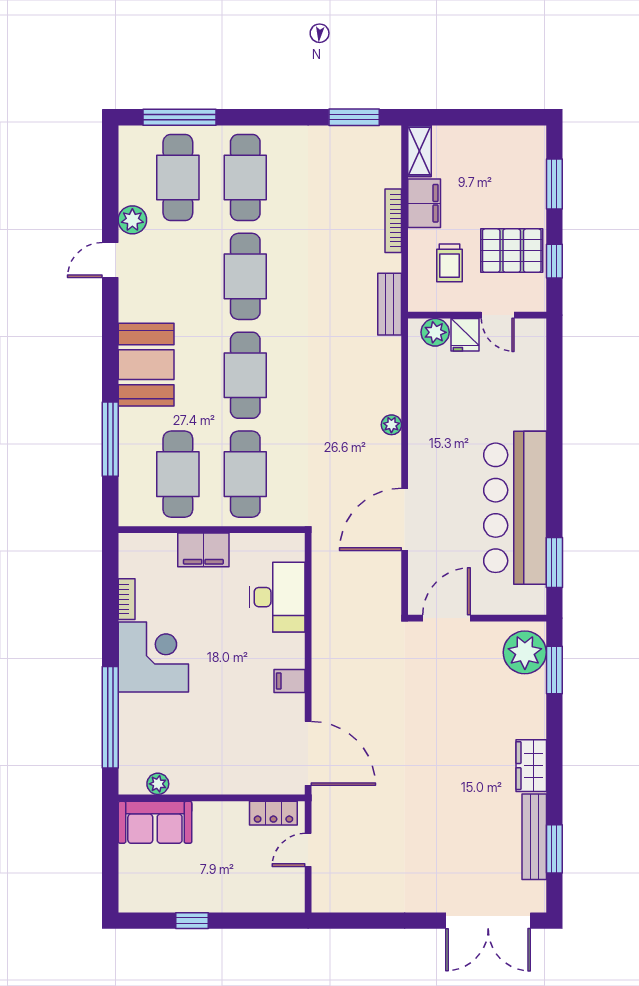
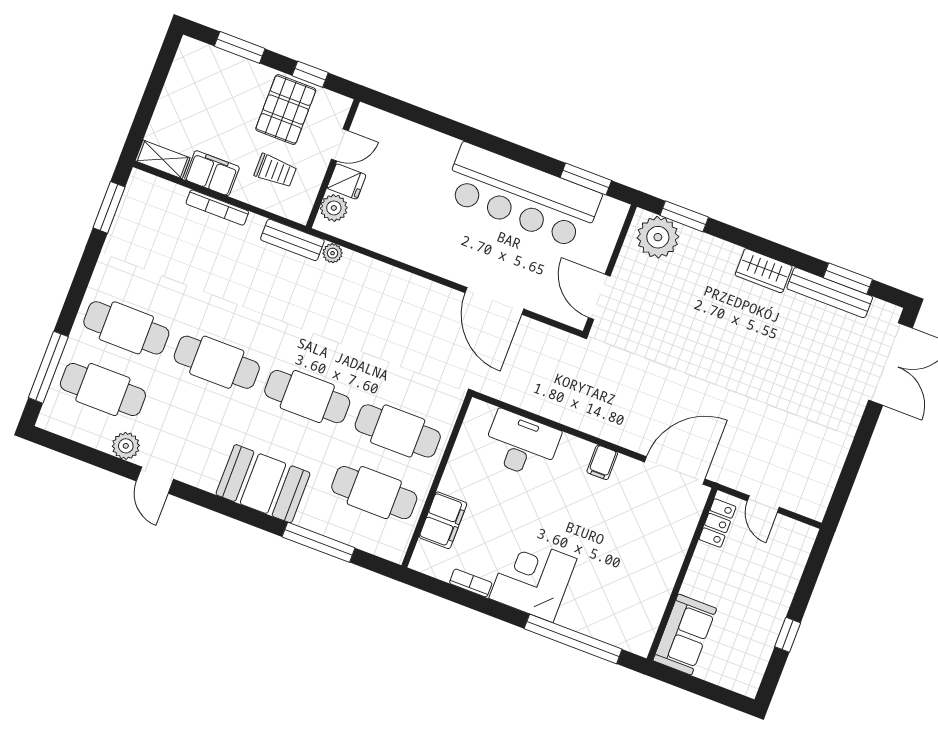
plant: (391, 425) -> (333, 253), moved
filing cabinet: (203, 550) -> (443, 520), moved
plant: (158, 784) -> (651, 619), removed

